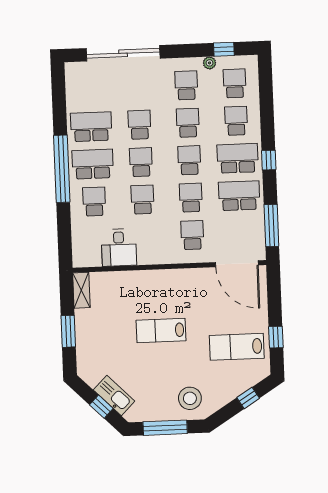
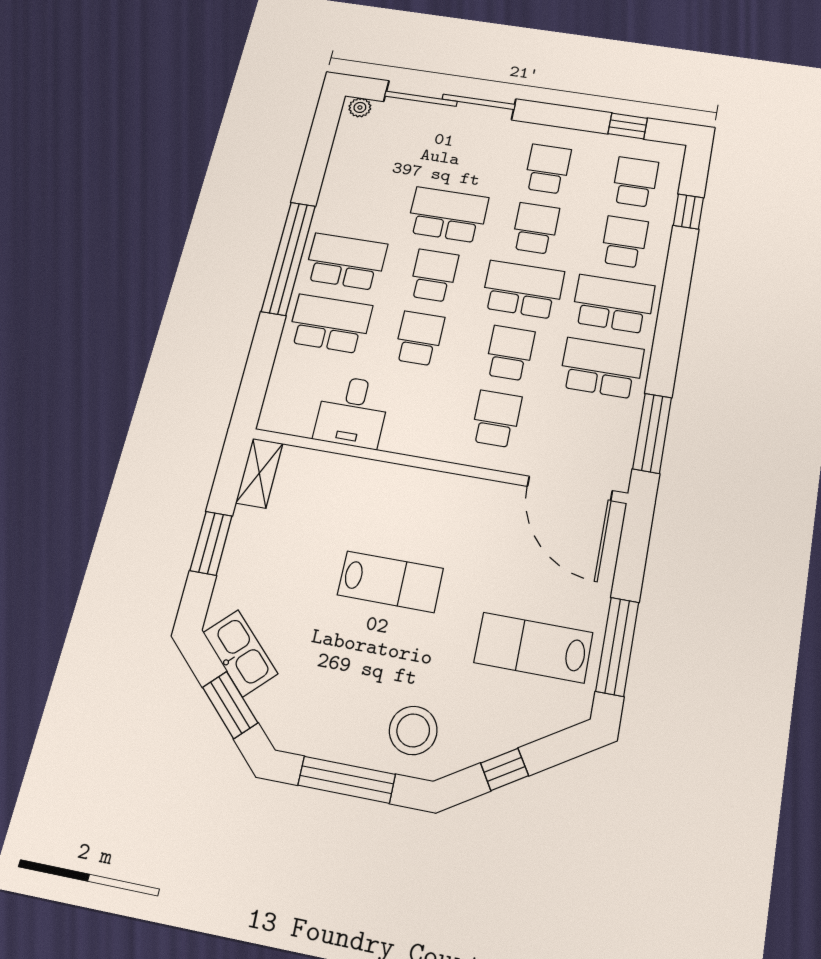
plant: (209, 63) -> (360, 107), moved
school desk: (139, 125) -> (448, 215), width x1.85
school desk: (91, 127) -> (361, 202), removed
school desk: (189, 160) -> (523, 290), width x1.85
window: (269, 160) -> (688, 212), moved
school desk: (94, 202) -> (330, 324), width x1.85
lab bench: (161, 330) -> (390, 582), turned 180
window: (276, 337) -> (617, 647), width x2.17
kitchen sink: (114, 395) -> (240, 653), moved
window: (248, 398) -> (504, 769), moved
window: (101, 407) -> (230, 705), width x1.50

